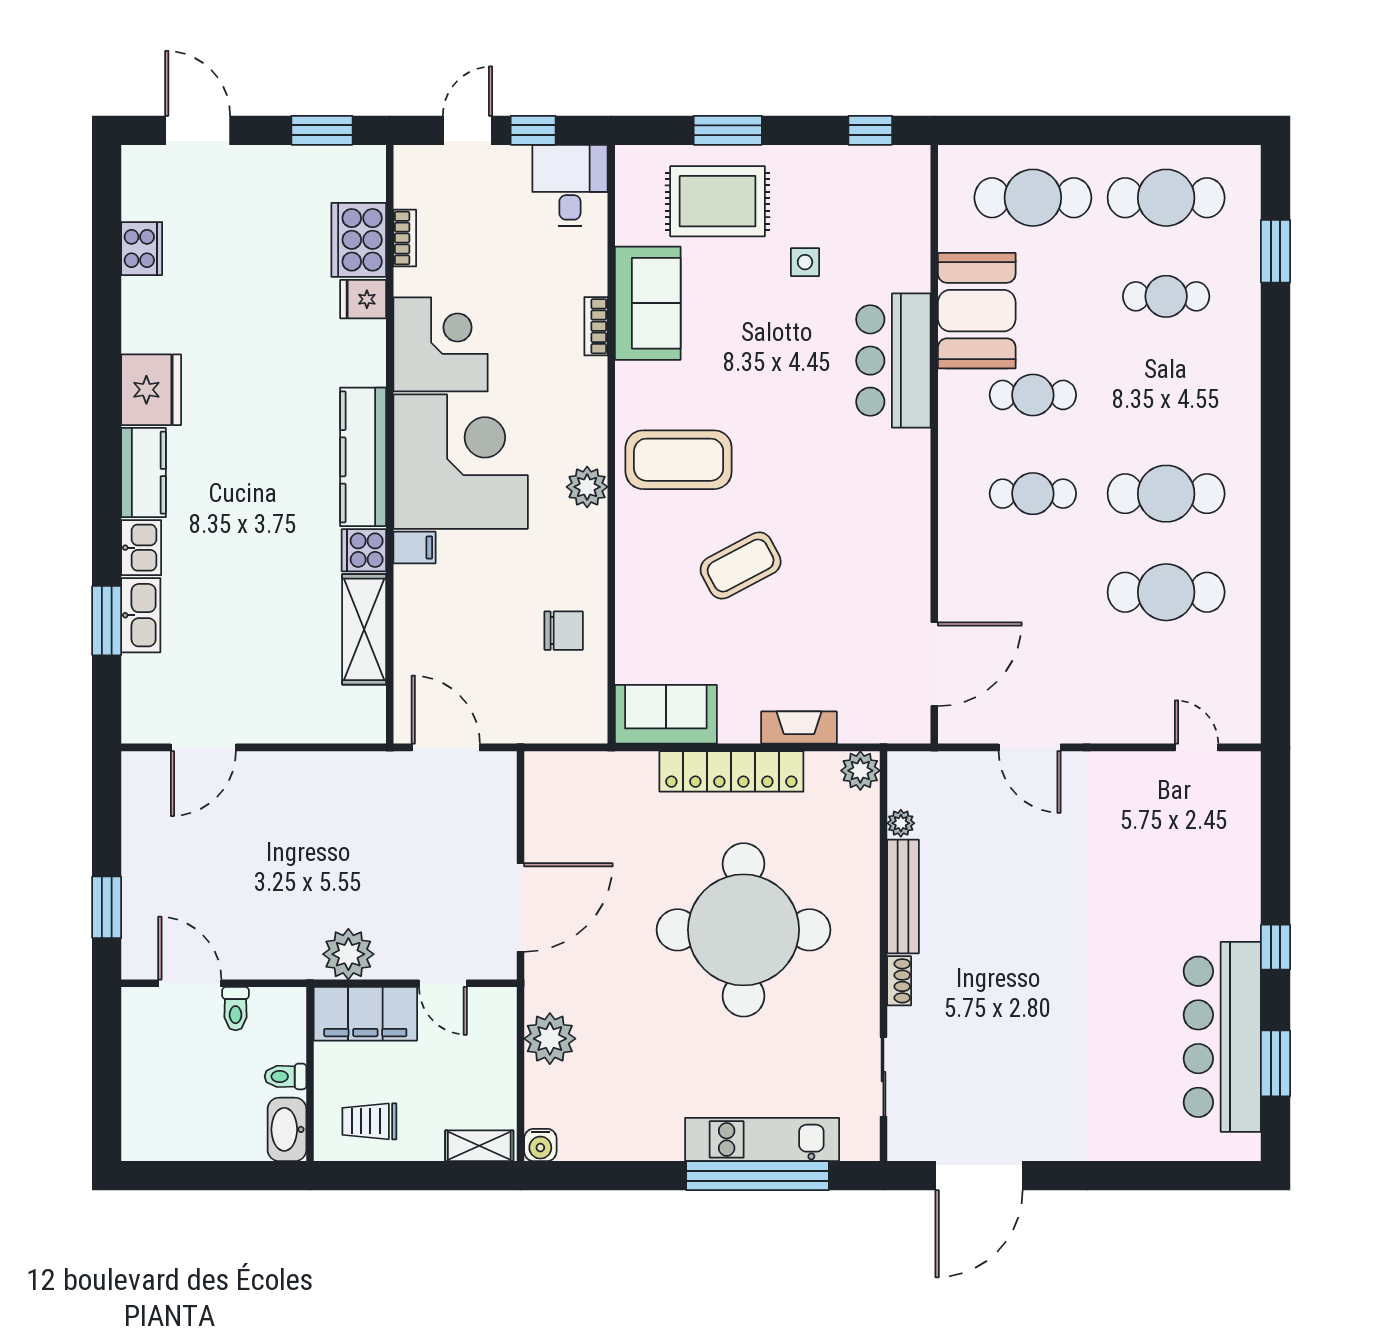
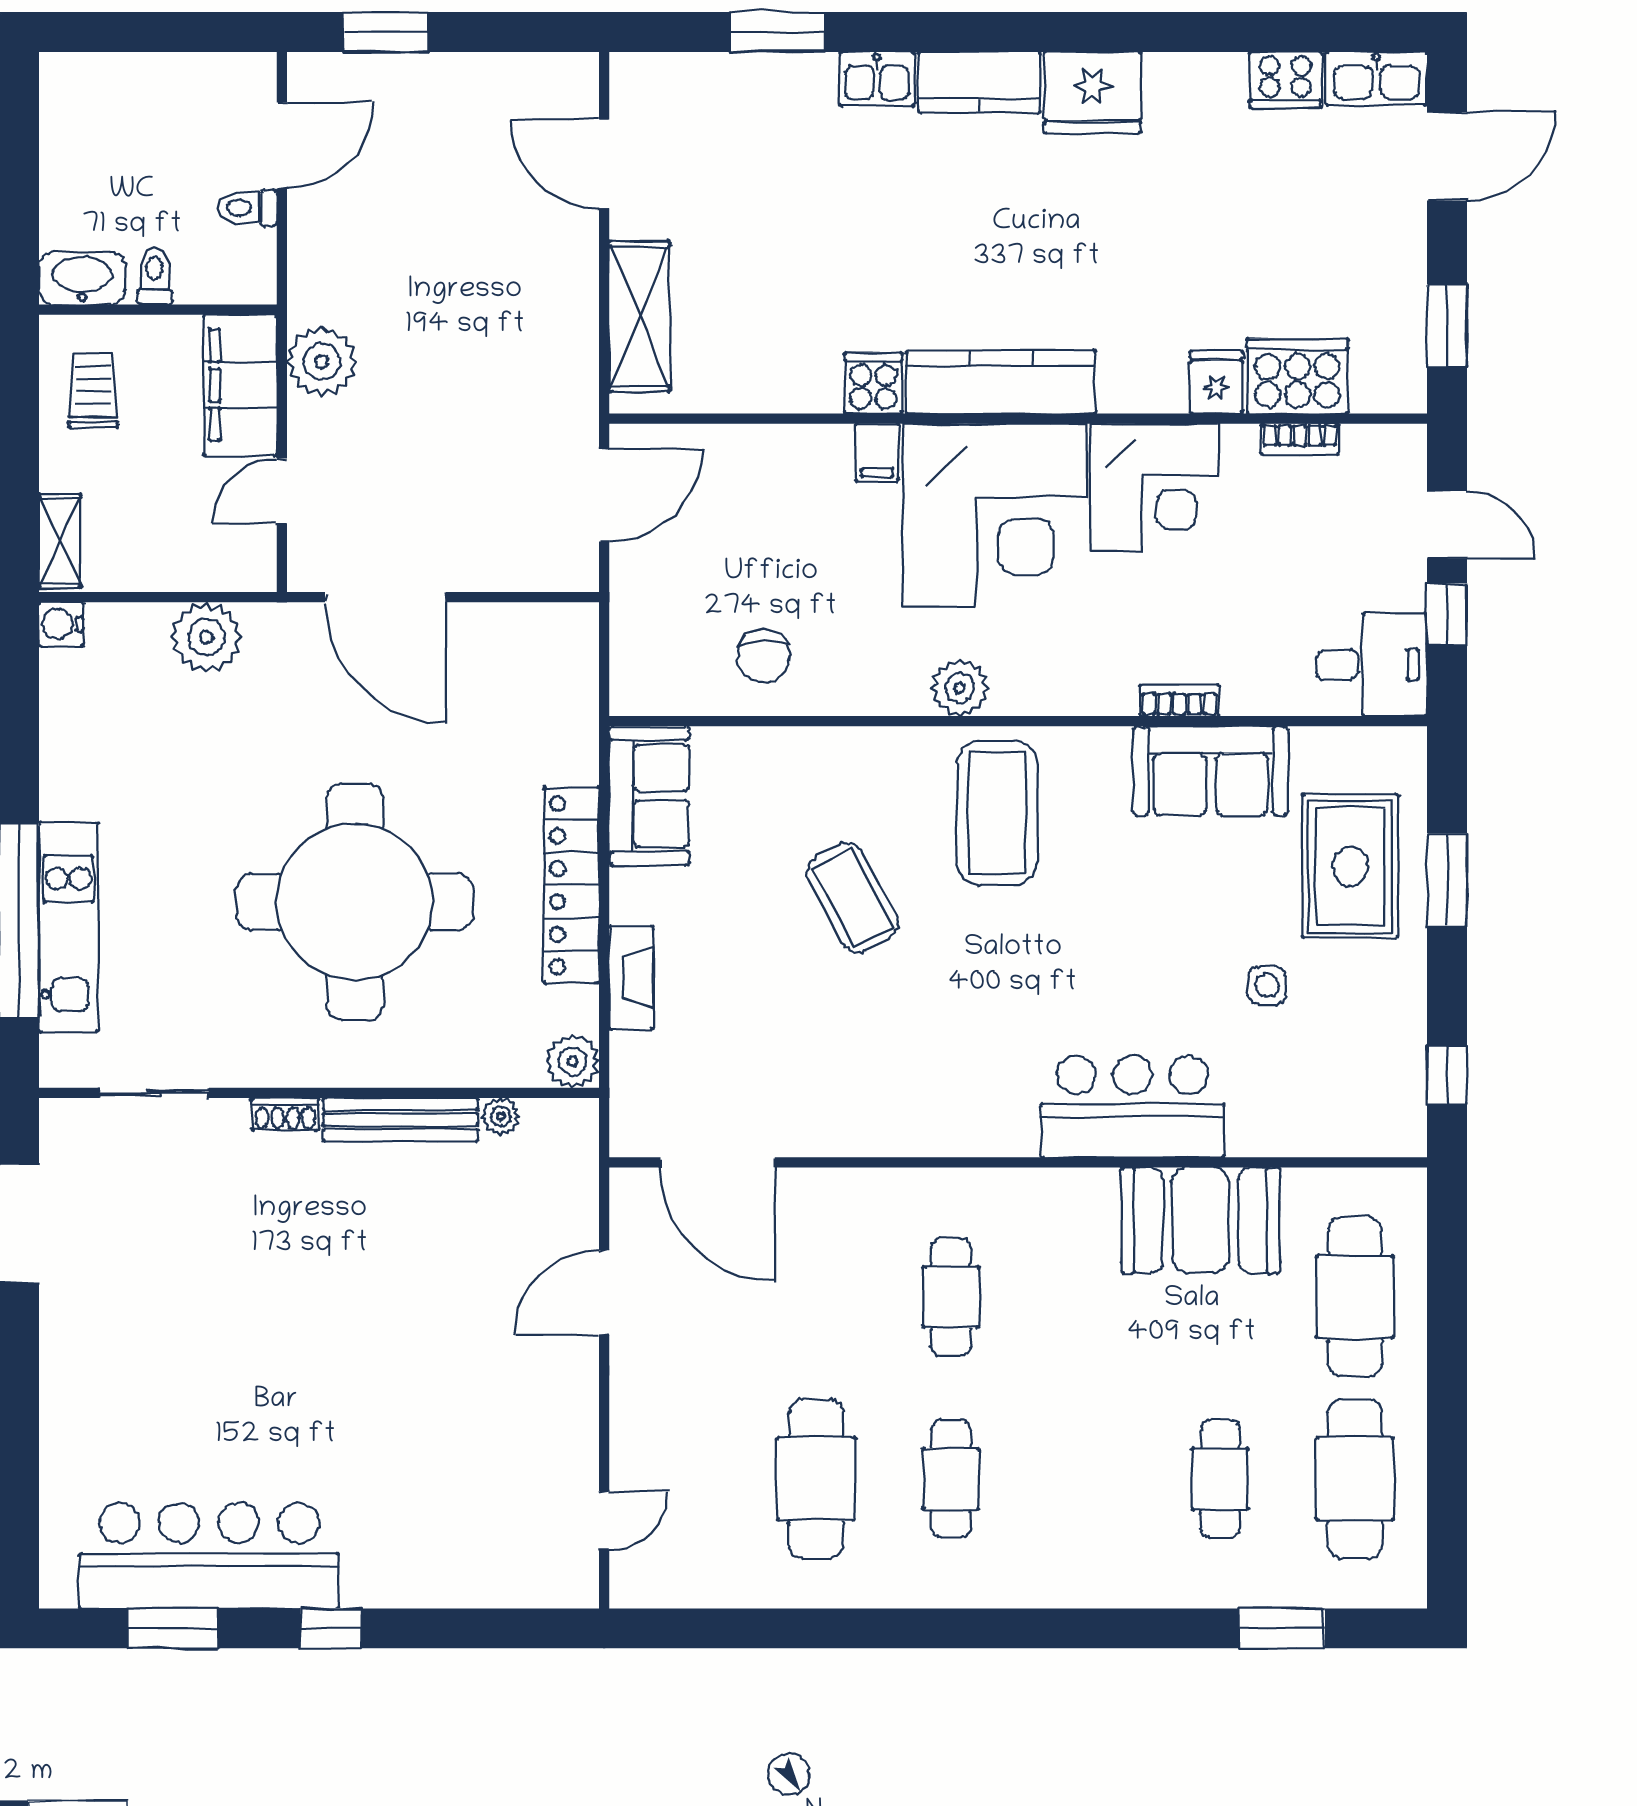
cafe table: (1033, 395) -> (1085, 1297), removed
cafe table: (1166, 494) -> (951, 1479), width x0.73, depth x0.74
kitchen sink: (141, 615) -> (1376, 79), moved
shelving: (364, 629) -> (639, 316), moved, turned 90

